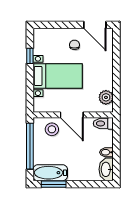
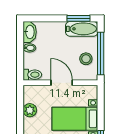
plant: (106, 97) -> (30, 110), moved
stool: (52, 129) -> (86, 59), moved

